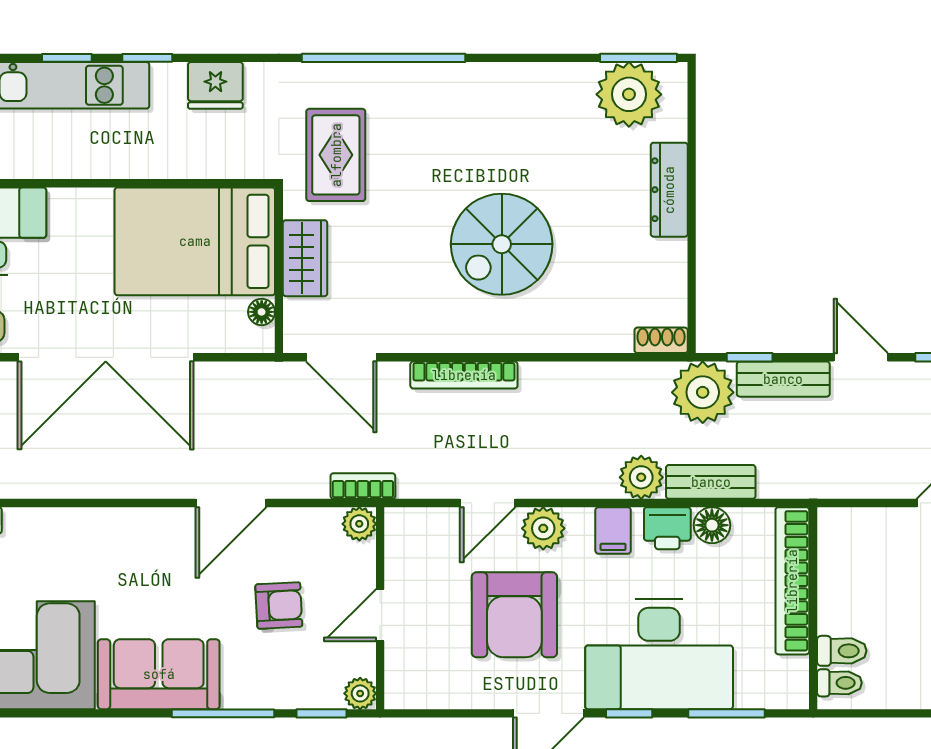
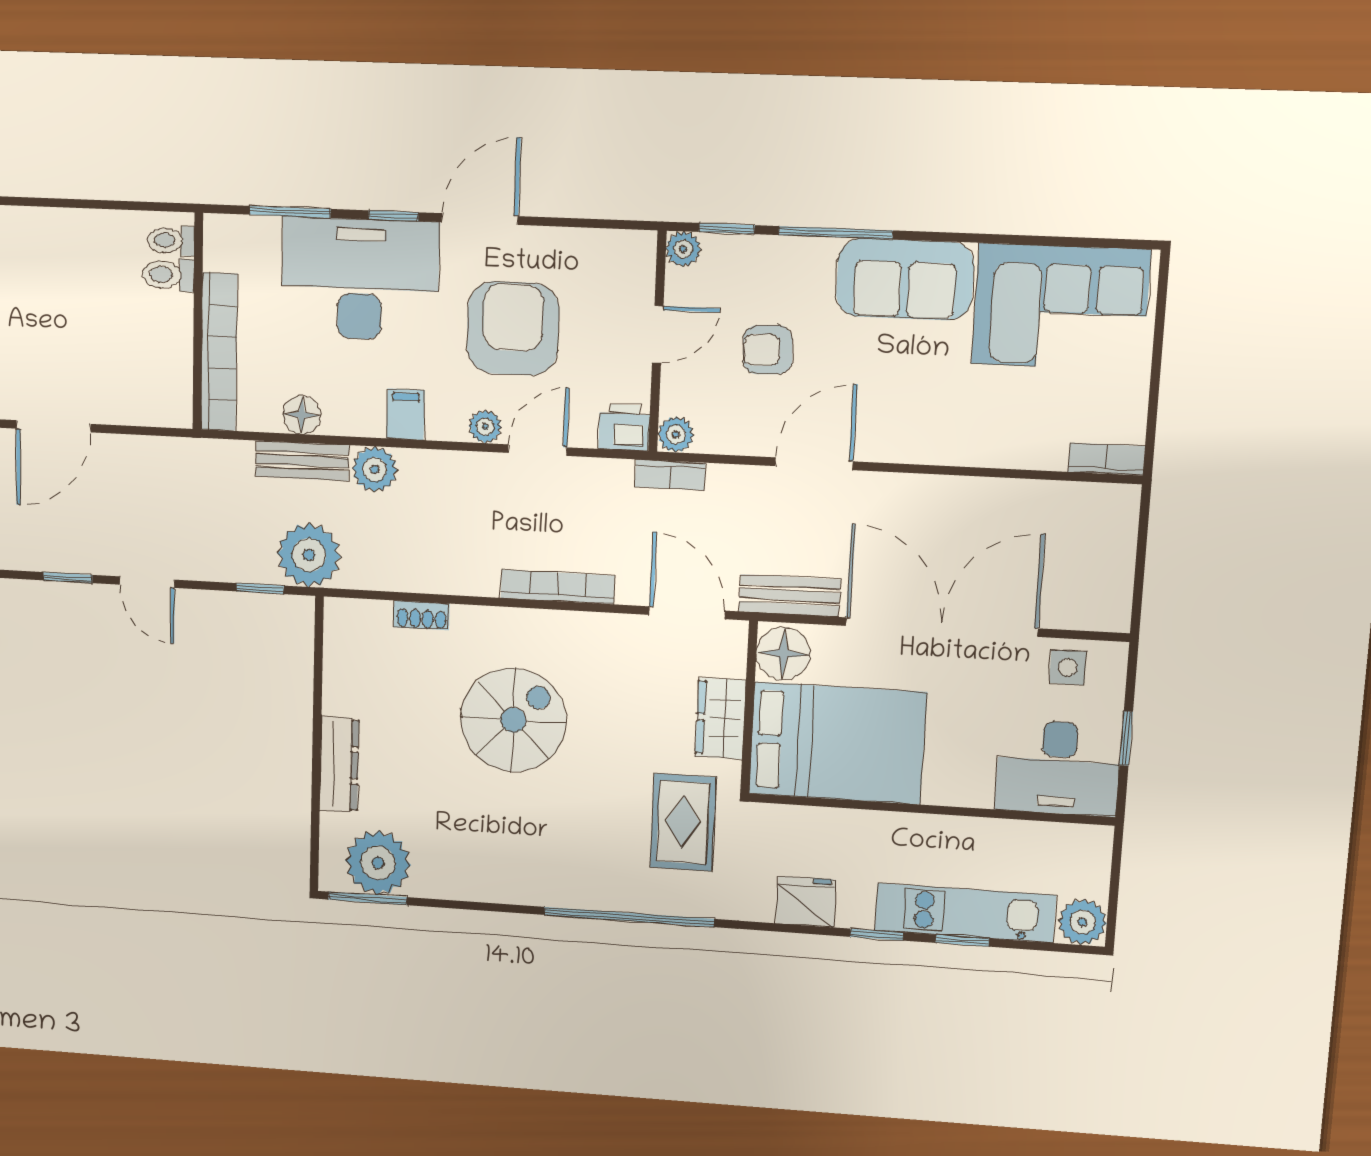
floor lamp: (262, 312) -> (783, 654), width x1.89, depth x1.89
shoe rack: (661, 340) -> (422, 615), moved
bench: (783, 379) -> (790, 595), moved
plant: (543, 528) -> (485, 427), width x0.73, depth x0.73
printer: (667, 528) -> (624, 427), moved

